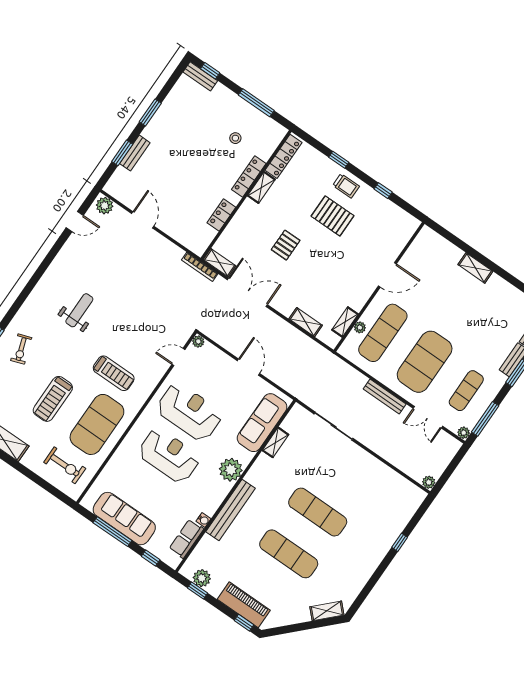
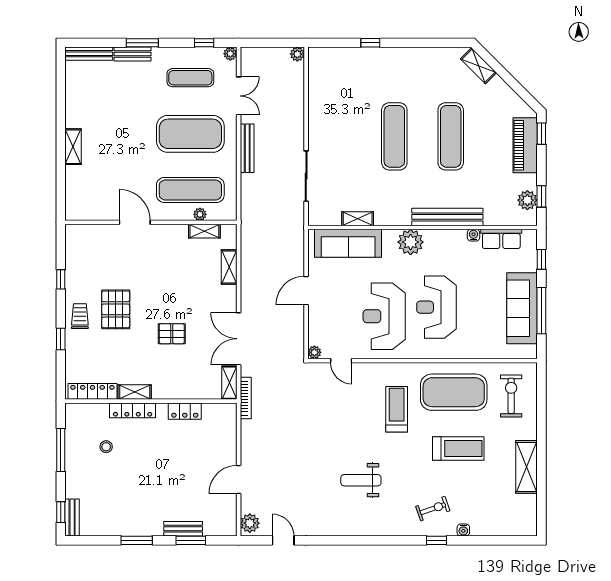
window: (485, 419) -> (204, 43), width x0.46

